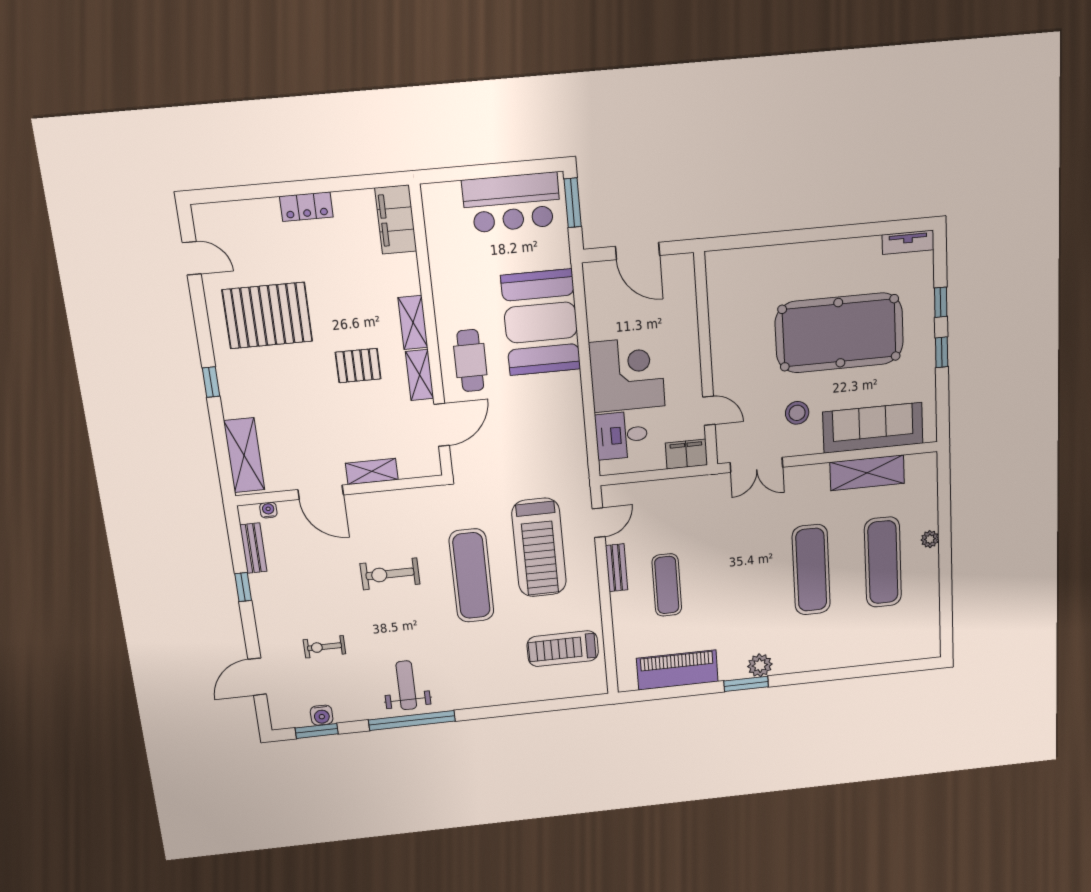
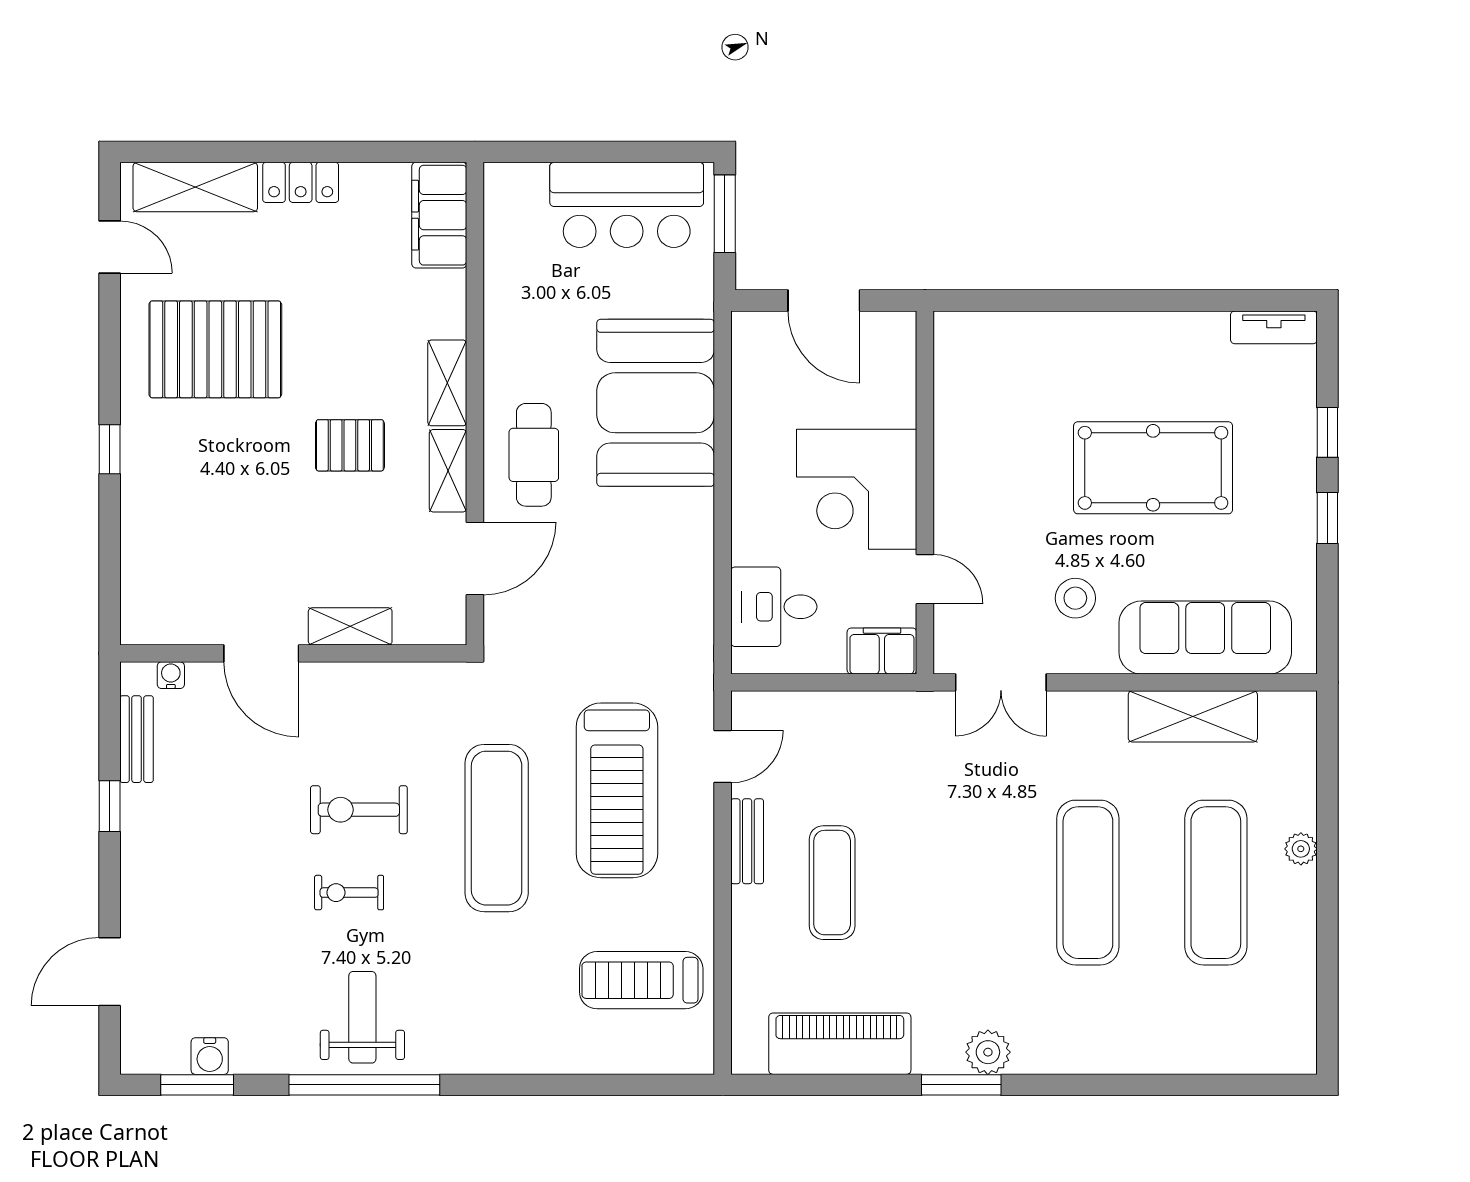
pool table: (839, 333) -> (1153, 468), width x0.73, depth x0.76
corner desk: (627, 374) -> (857, 489), moved, turned 180
shelving: (244, 455) -> (195, 187), moved, turned 90
exercise bike: (324, 647) -> (349, 893), moved

